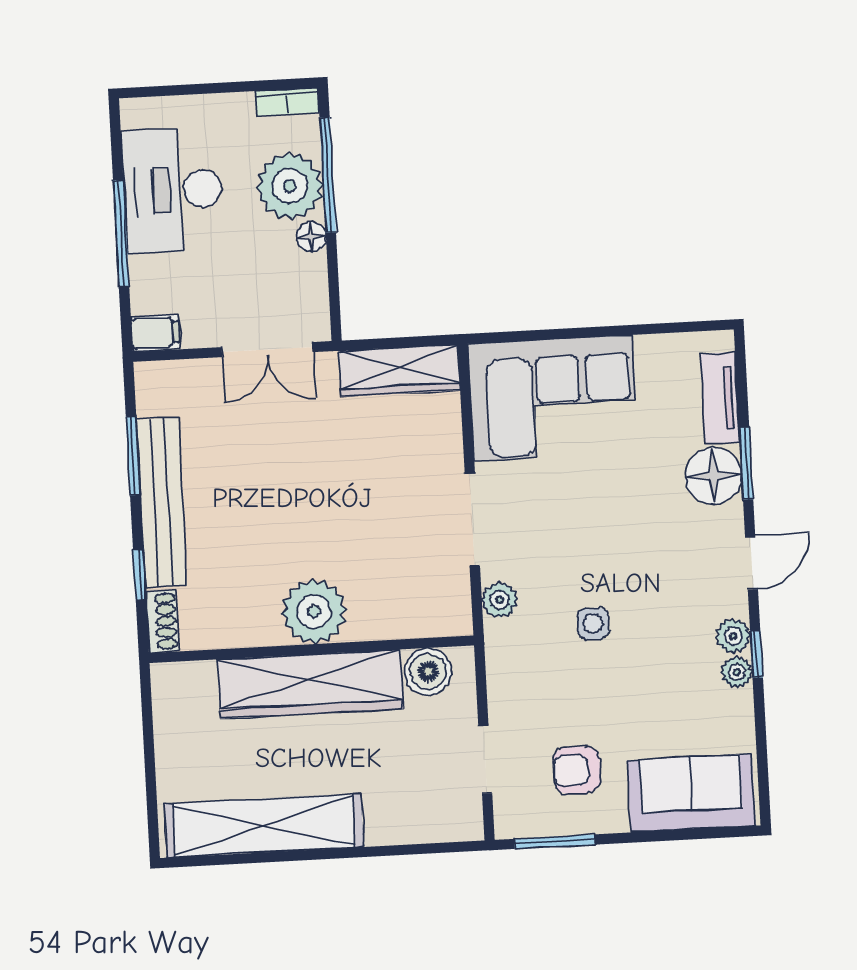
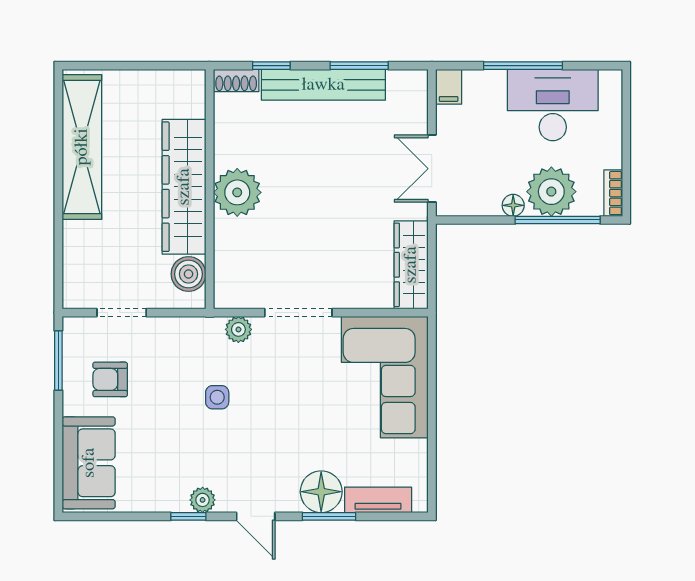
plant: (737, 672) -> (176, 501), removed
armchair: (577, 770) -> (110, 379), turned -90

